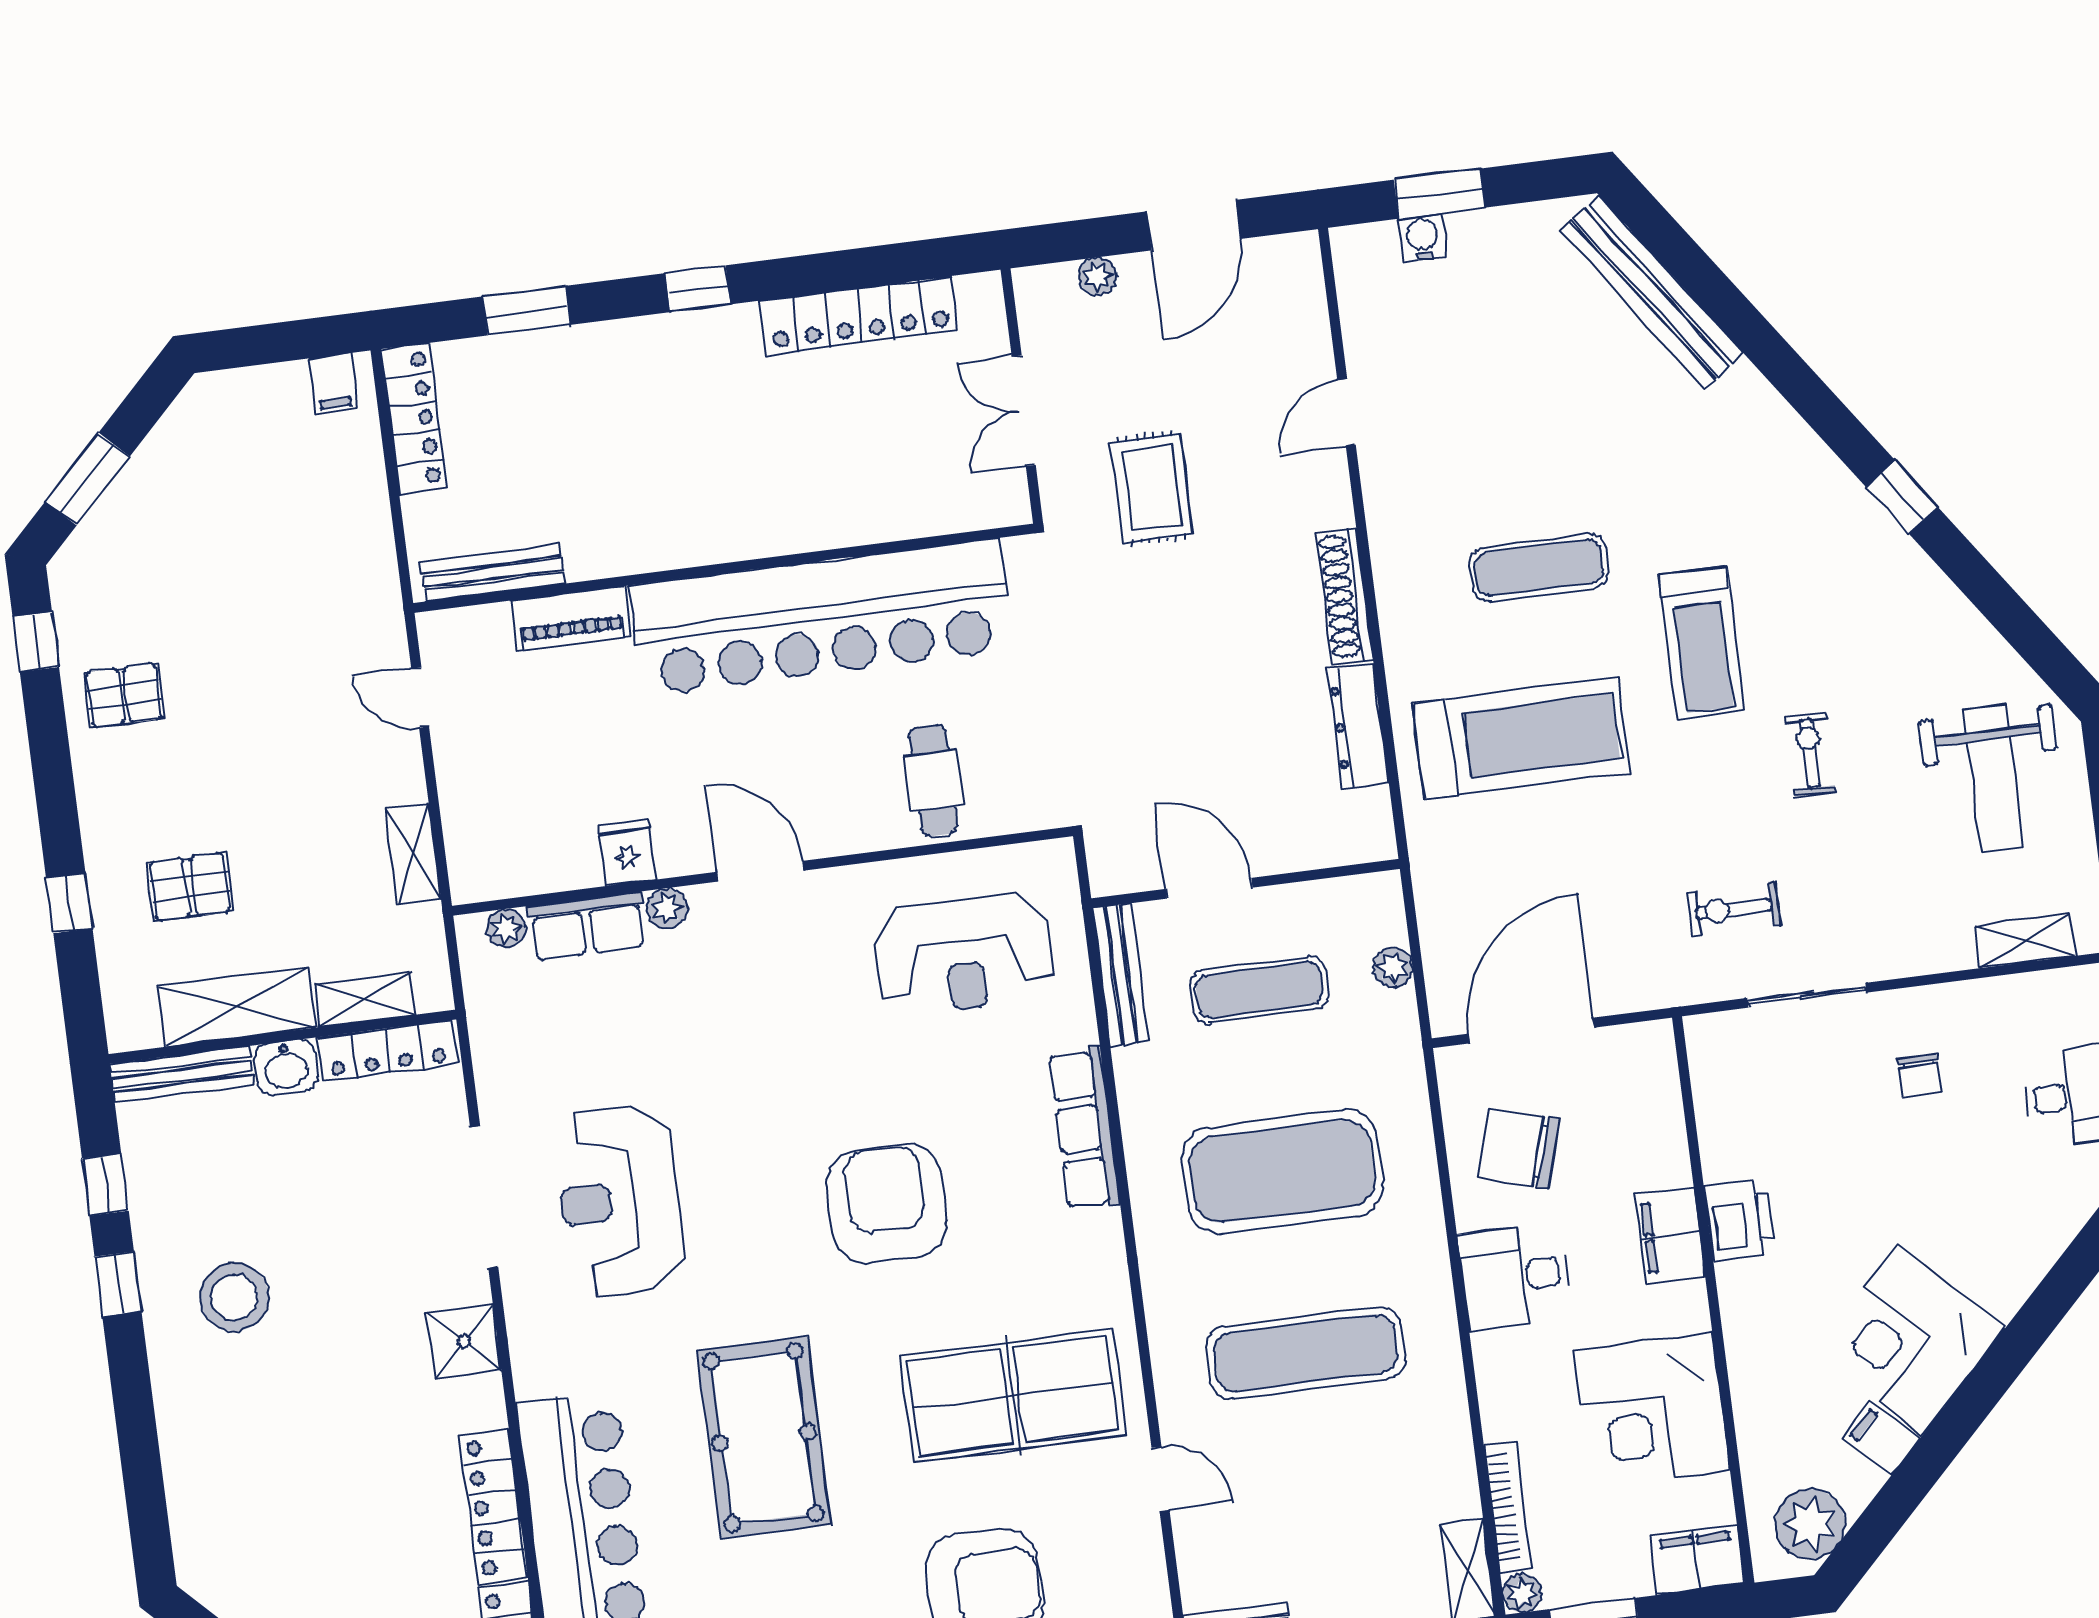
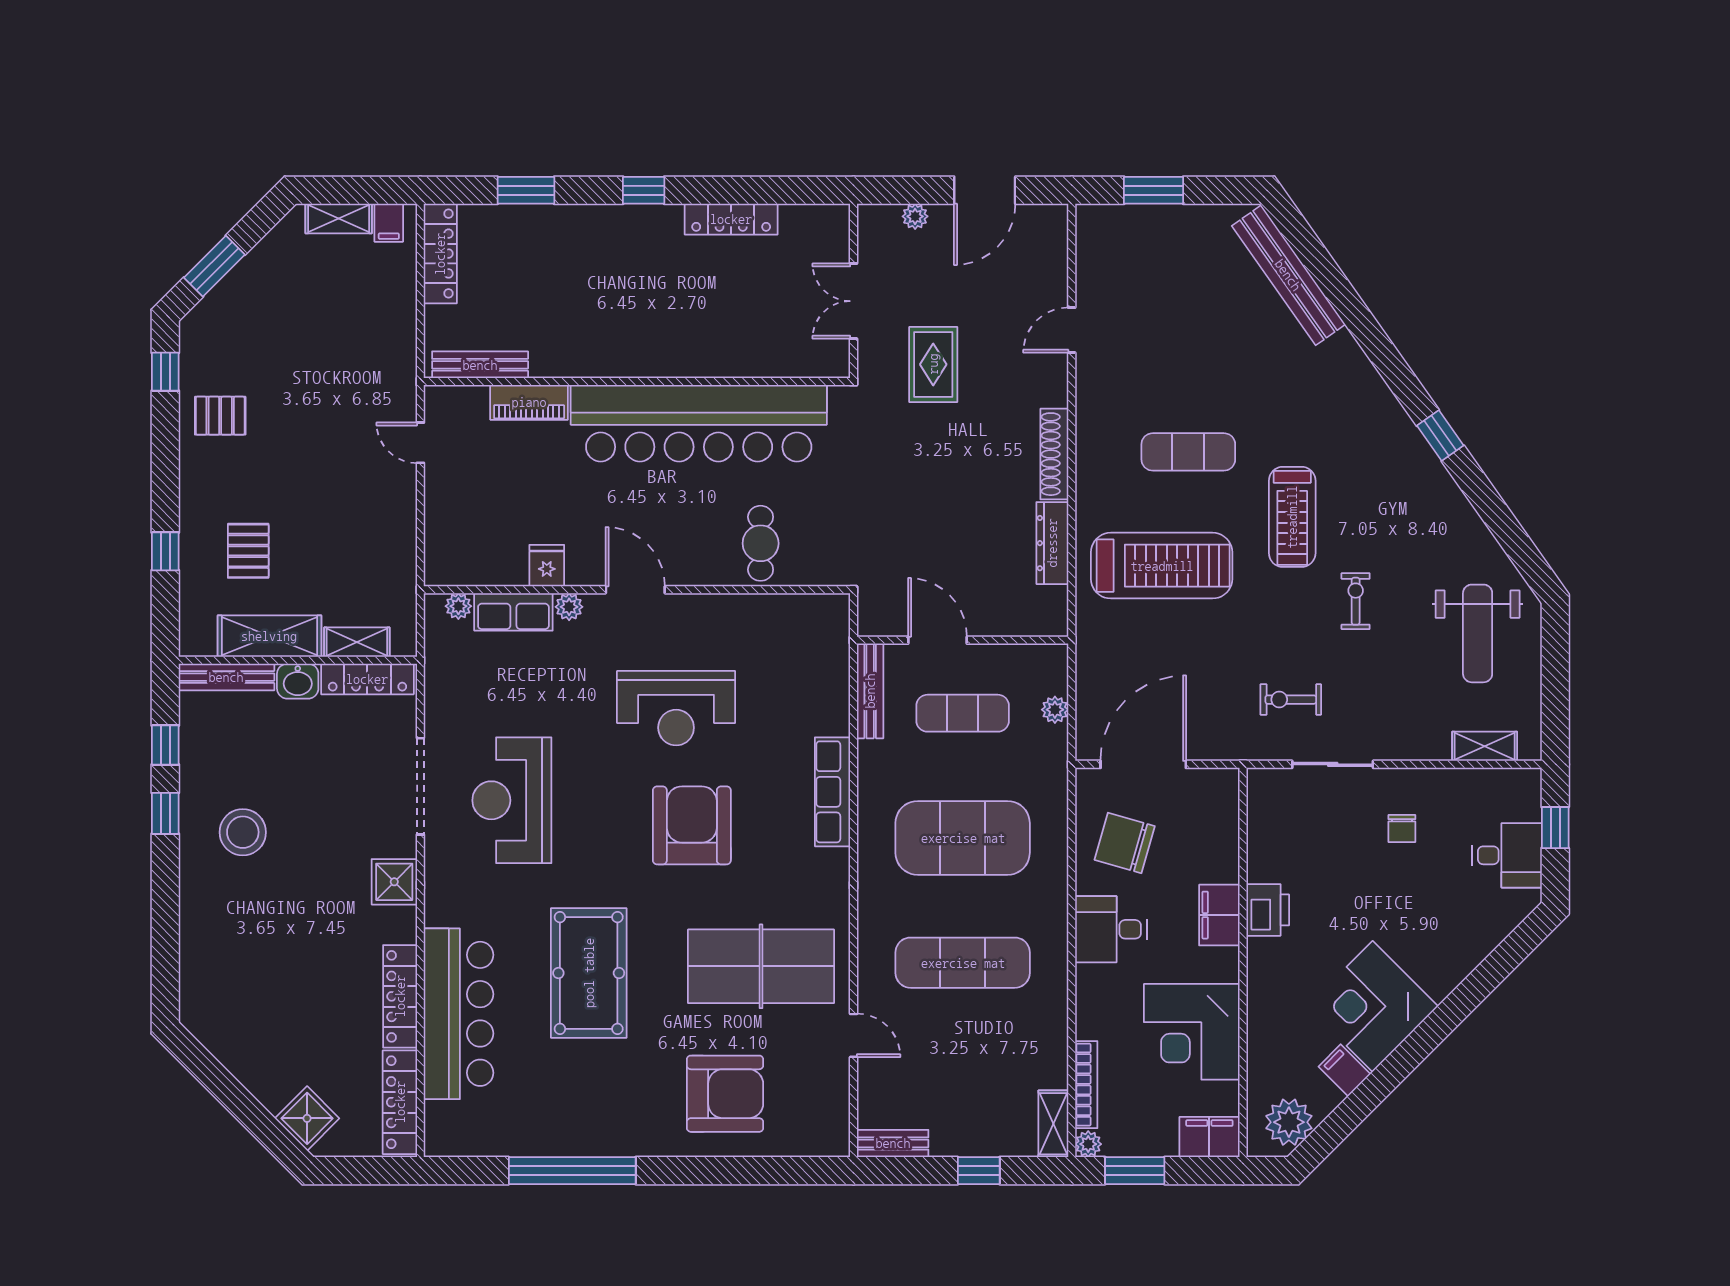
water cooler: (1423, 238) -> (1138, 219), removed
locker: (859, 315) -> (731, 219), width x0.71, depth x0.83
shelving: (413, 854) -> (339, 219), moved, turned 90
pallet: (190, 887) -> (248, 551), turned 90
reception desk: (964, 954) -> (676, 708), moved

